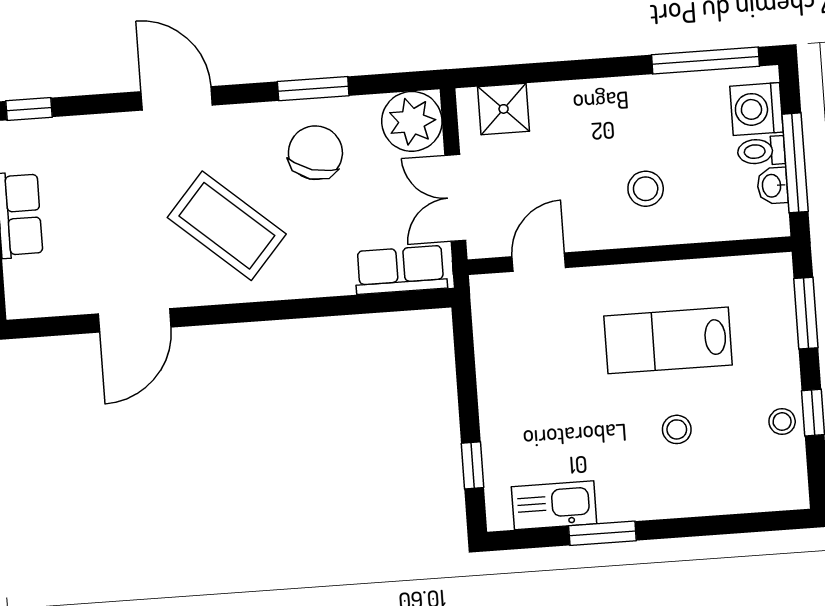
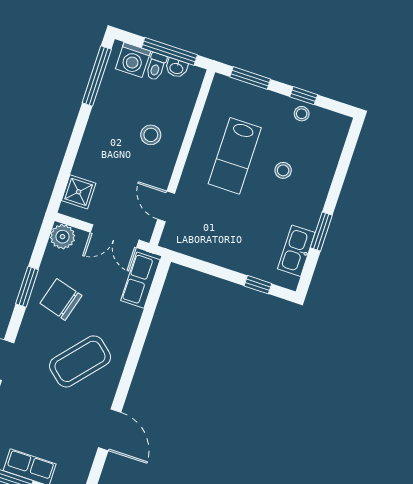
plant: (412, 121) -> (62, 237), width x0.73, depth x0.73

